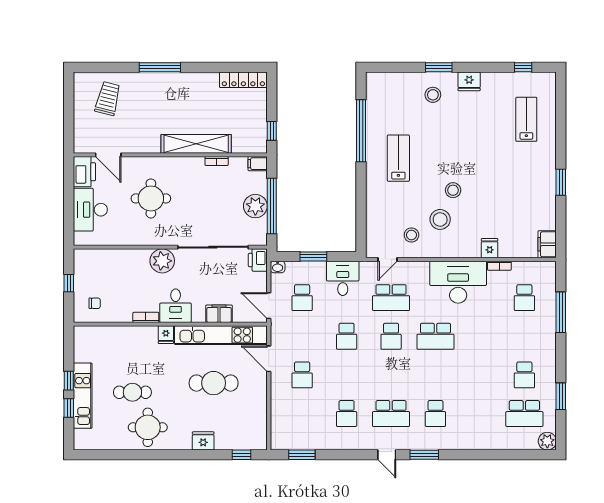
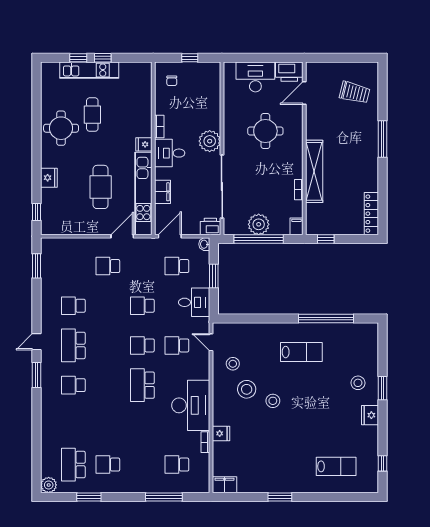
school desk: (391, 298) -> (177, 345), width x0.54

